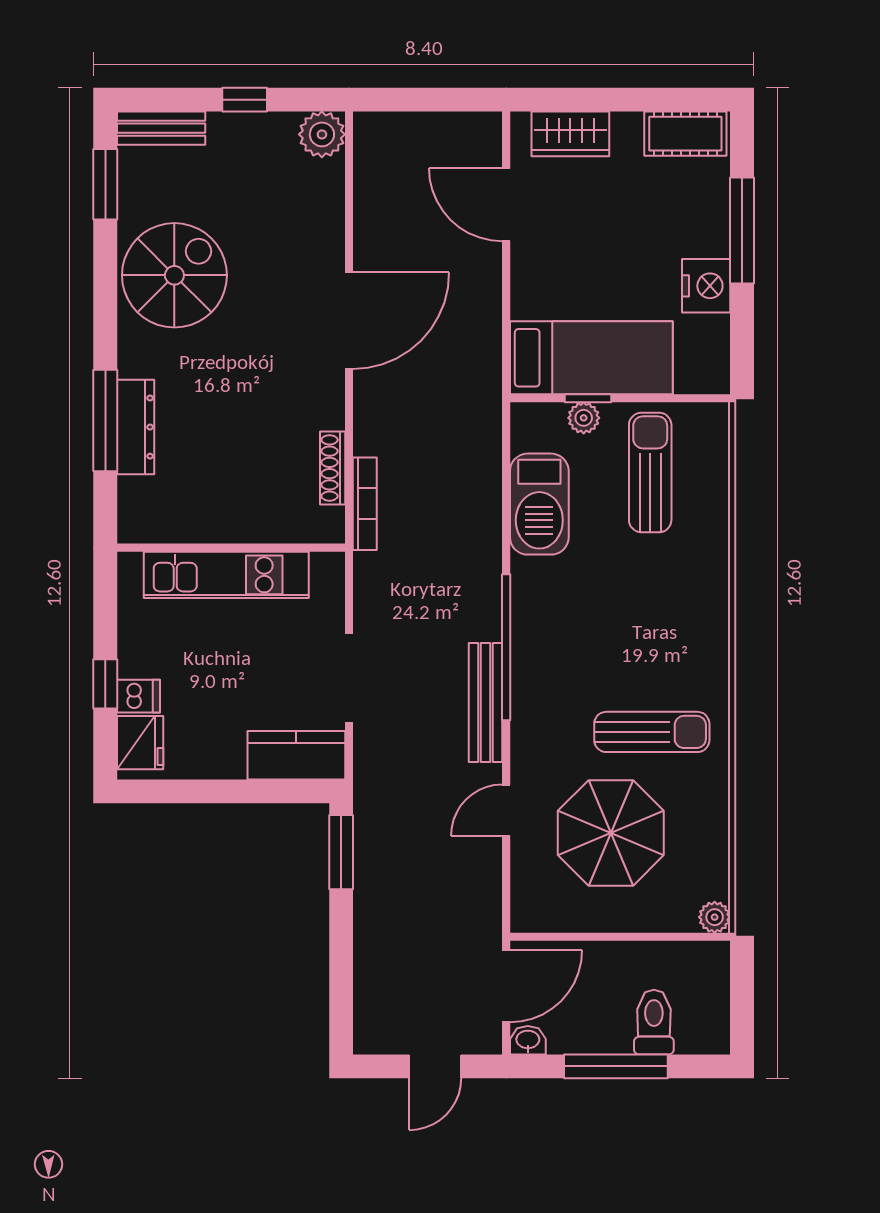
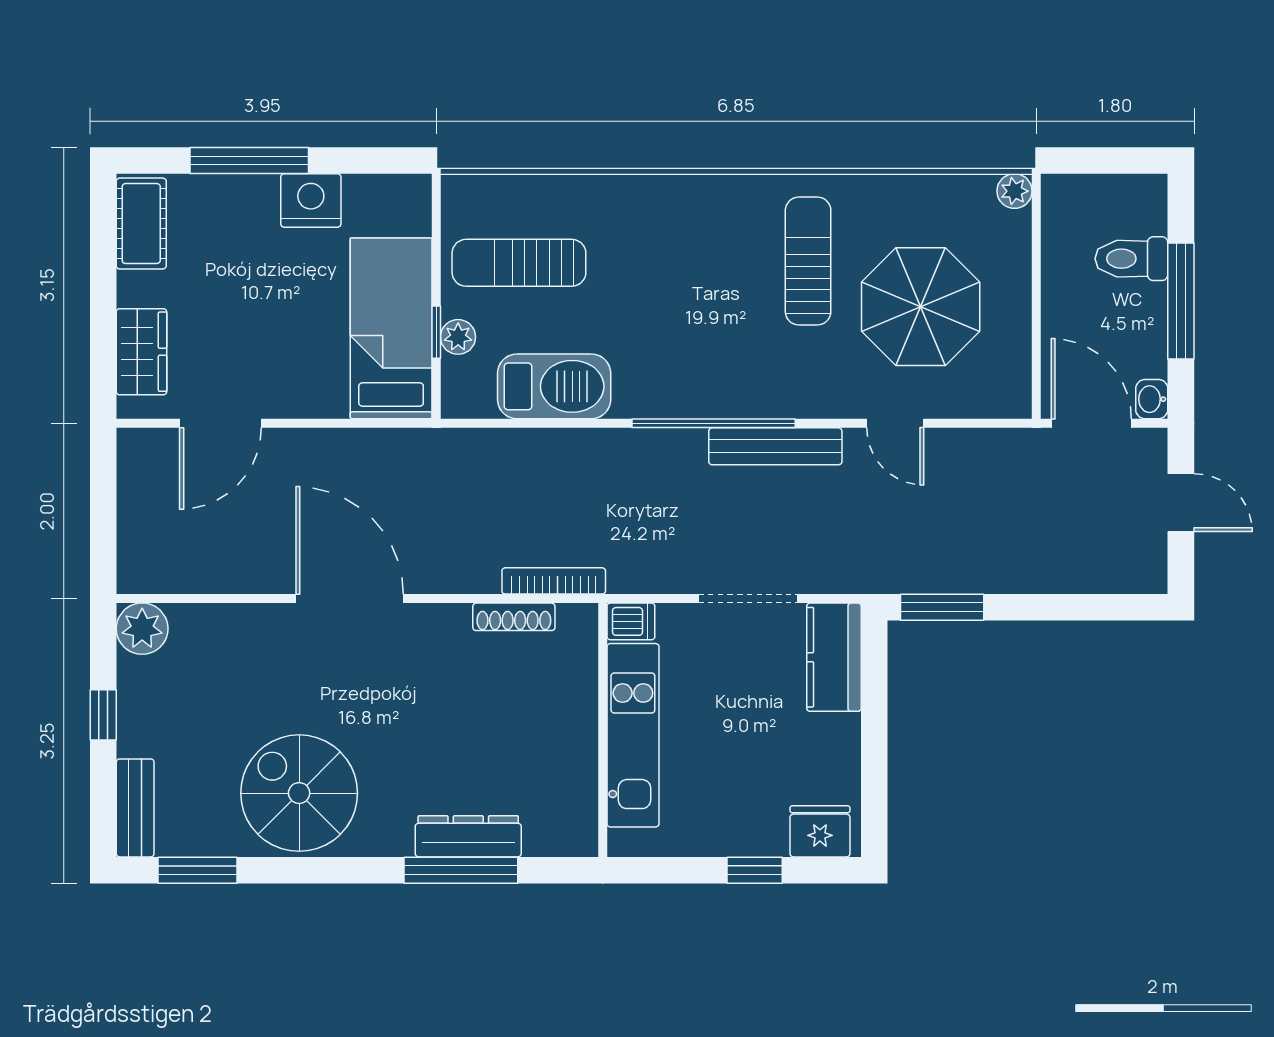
dishwasher: (138, 696) -> (631, 621), moved, turned 90

